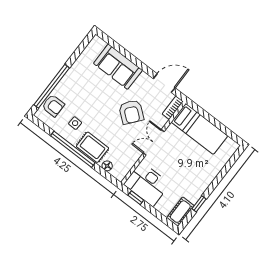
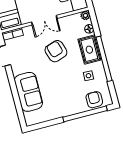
armchair: (131, 112) -> (56, 51), moved, turned -57
plant: (120, 175) -> (85, 15), added

